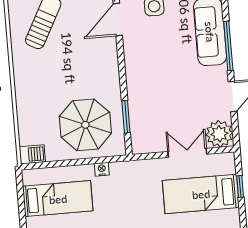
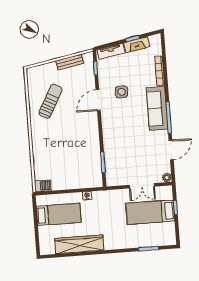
parasol: (85, 125) -> (77, 167), removed
plant: (219, 134) -> (167, 177), width x0.53, depth x0.53
double door: (187, 153) -> (142, 186), swing flipped

